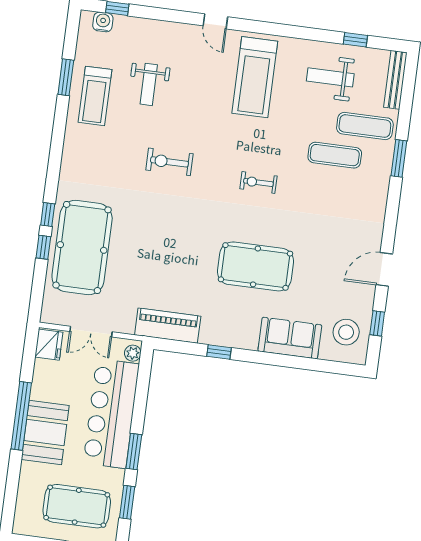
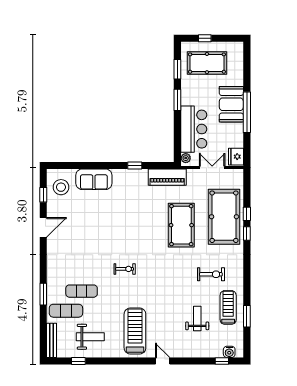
exercise bike: (169, 162) -> (211, 274), moved
pool table: (255, 266) -> (181, 225), moved, turned 90
bar counter: (111, 414) -> (194, 129), width x0.73

